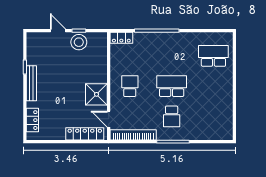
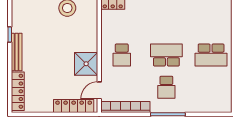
school desk: (213, 56) -> (211, 55), moved, turned 180
school desk: (130, 86) -> (122, 55), turned 180
door: (109, 119) -> (99, 90), hinge flipped
locker: (32, 120) -> (18, 91), width x1.53

